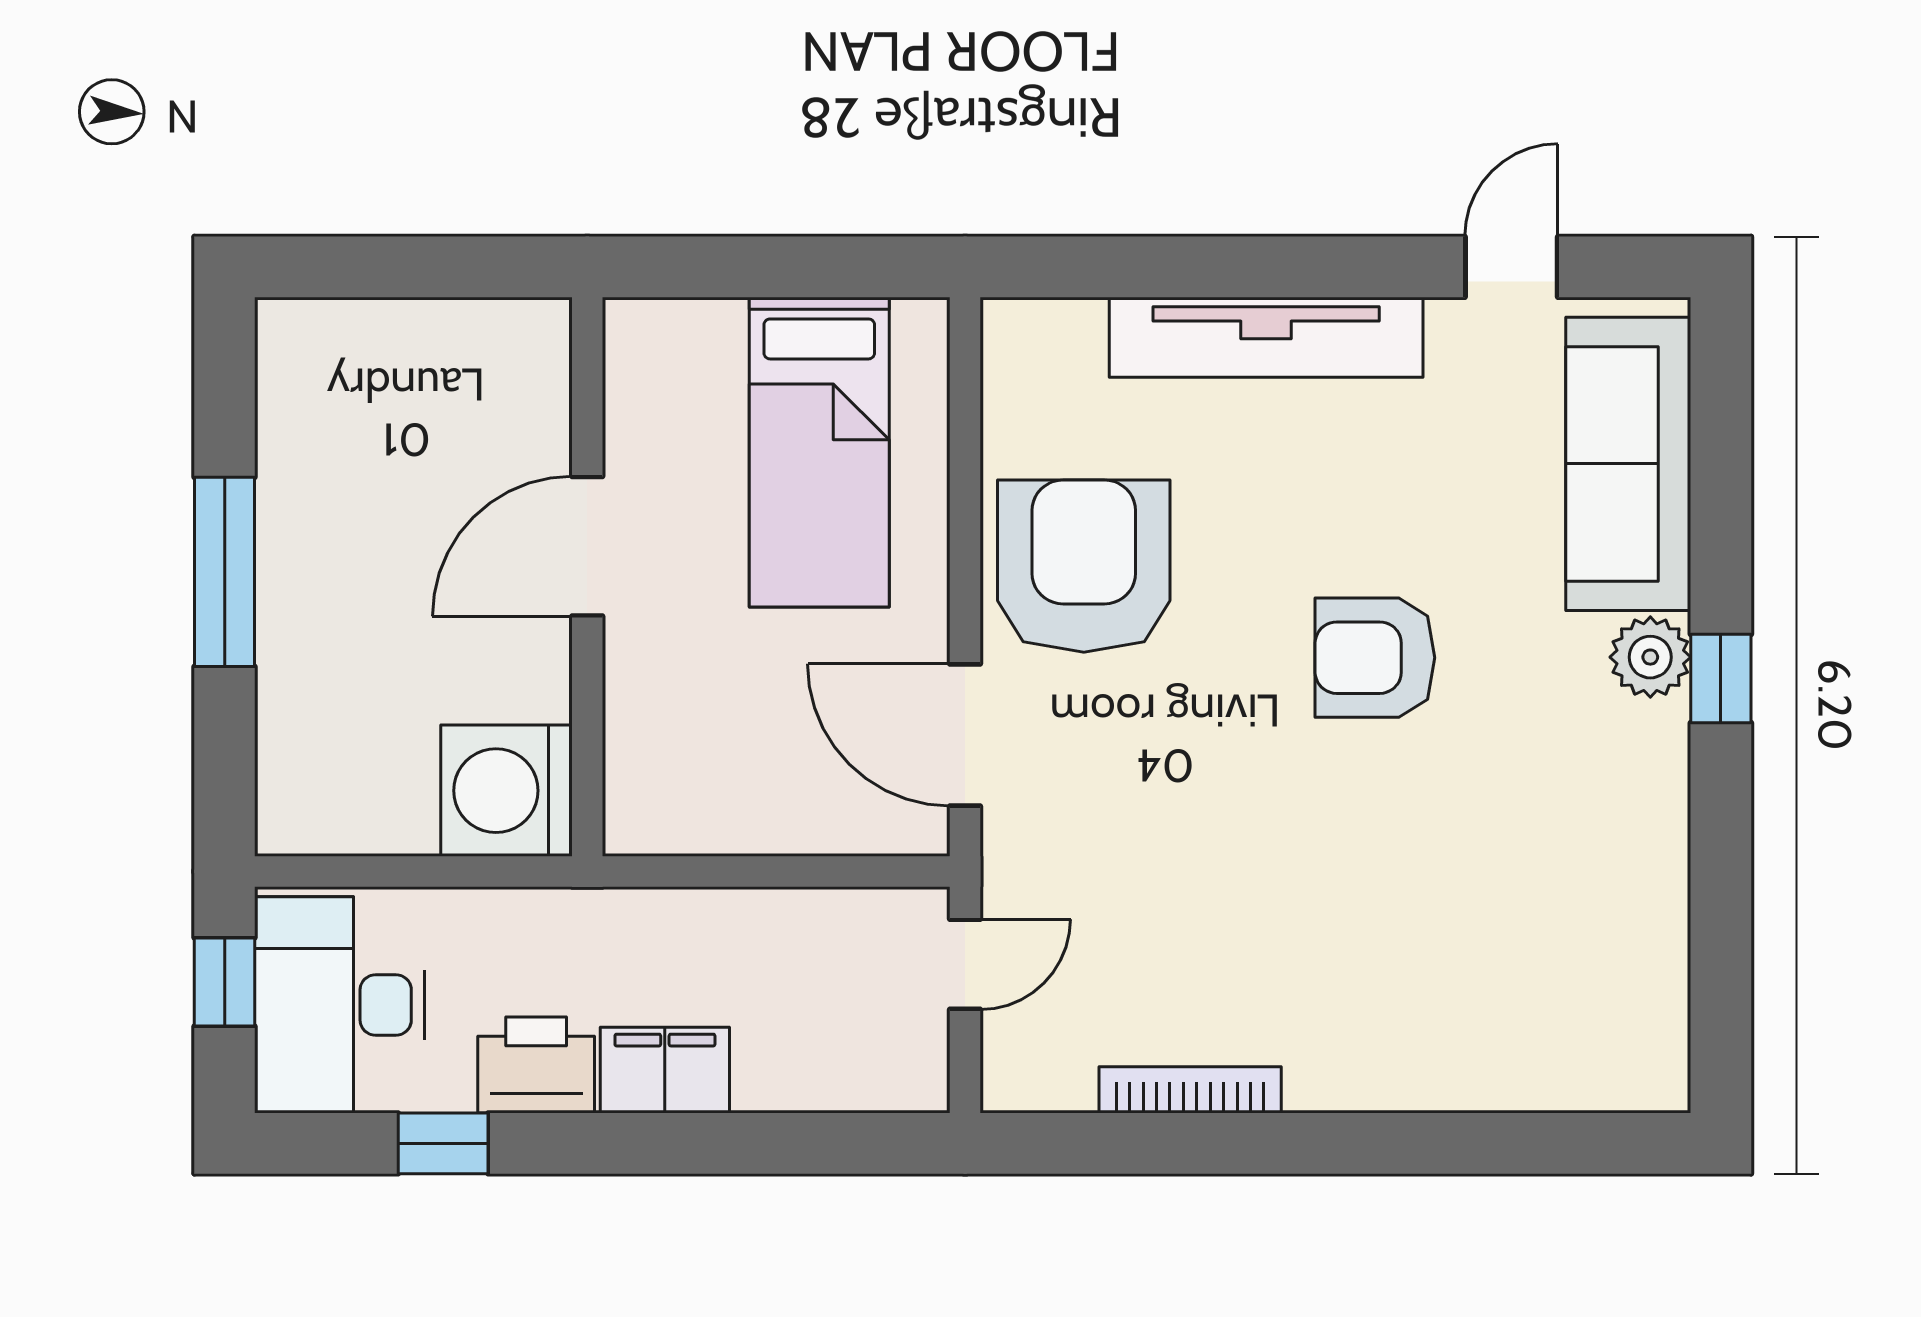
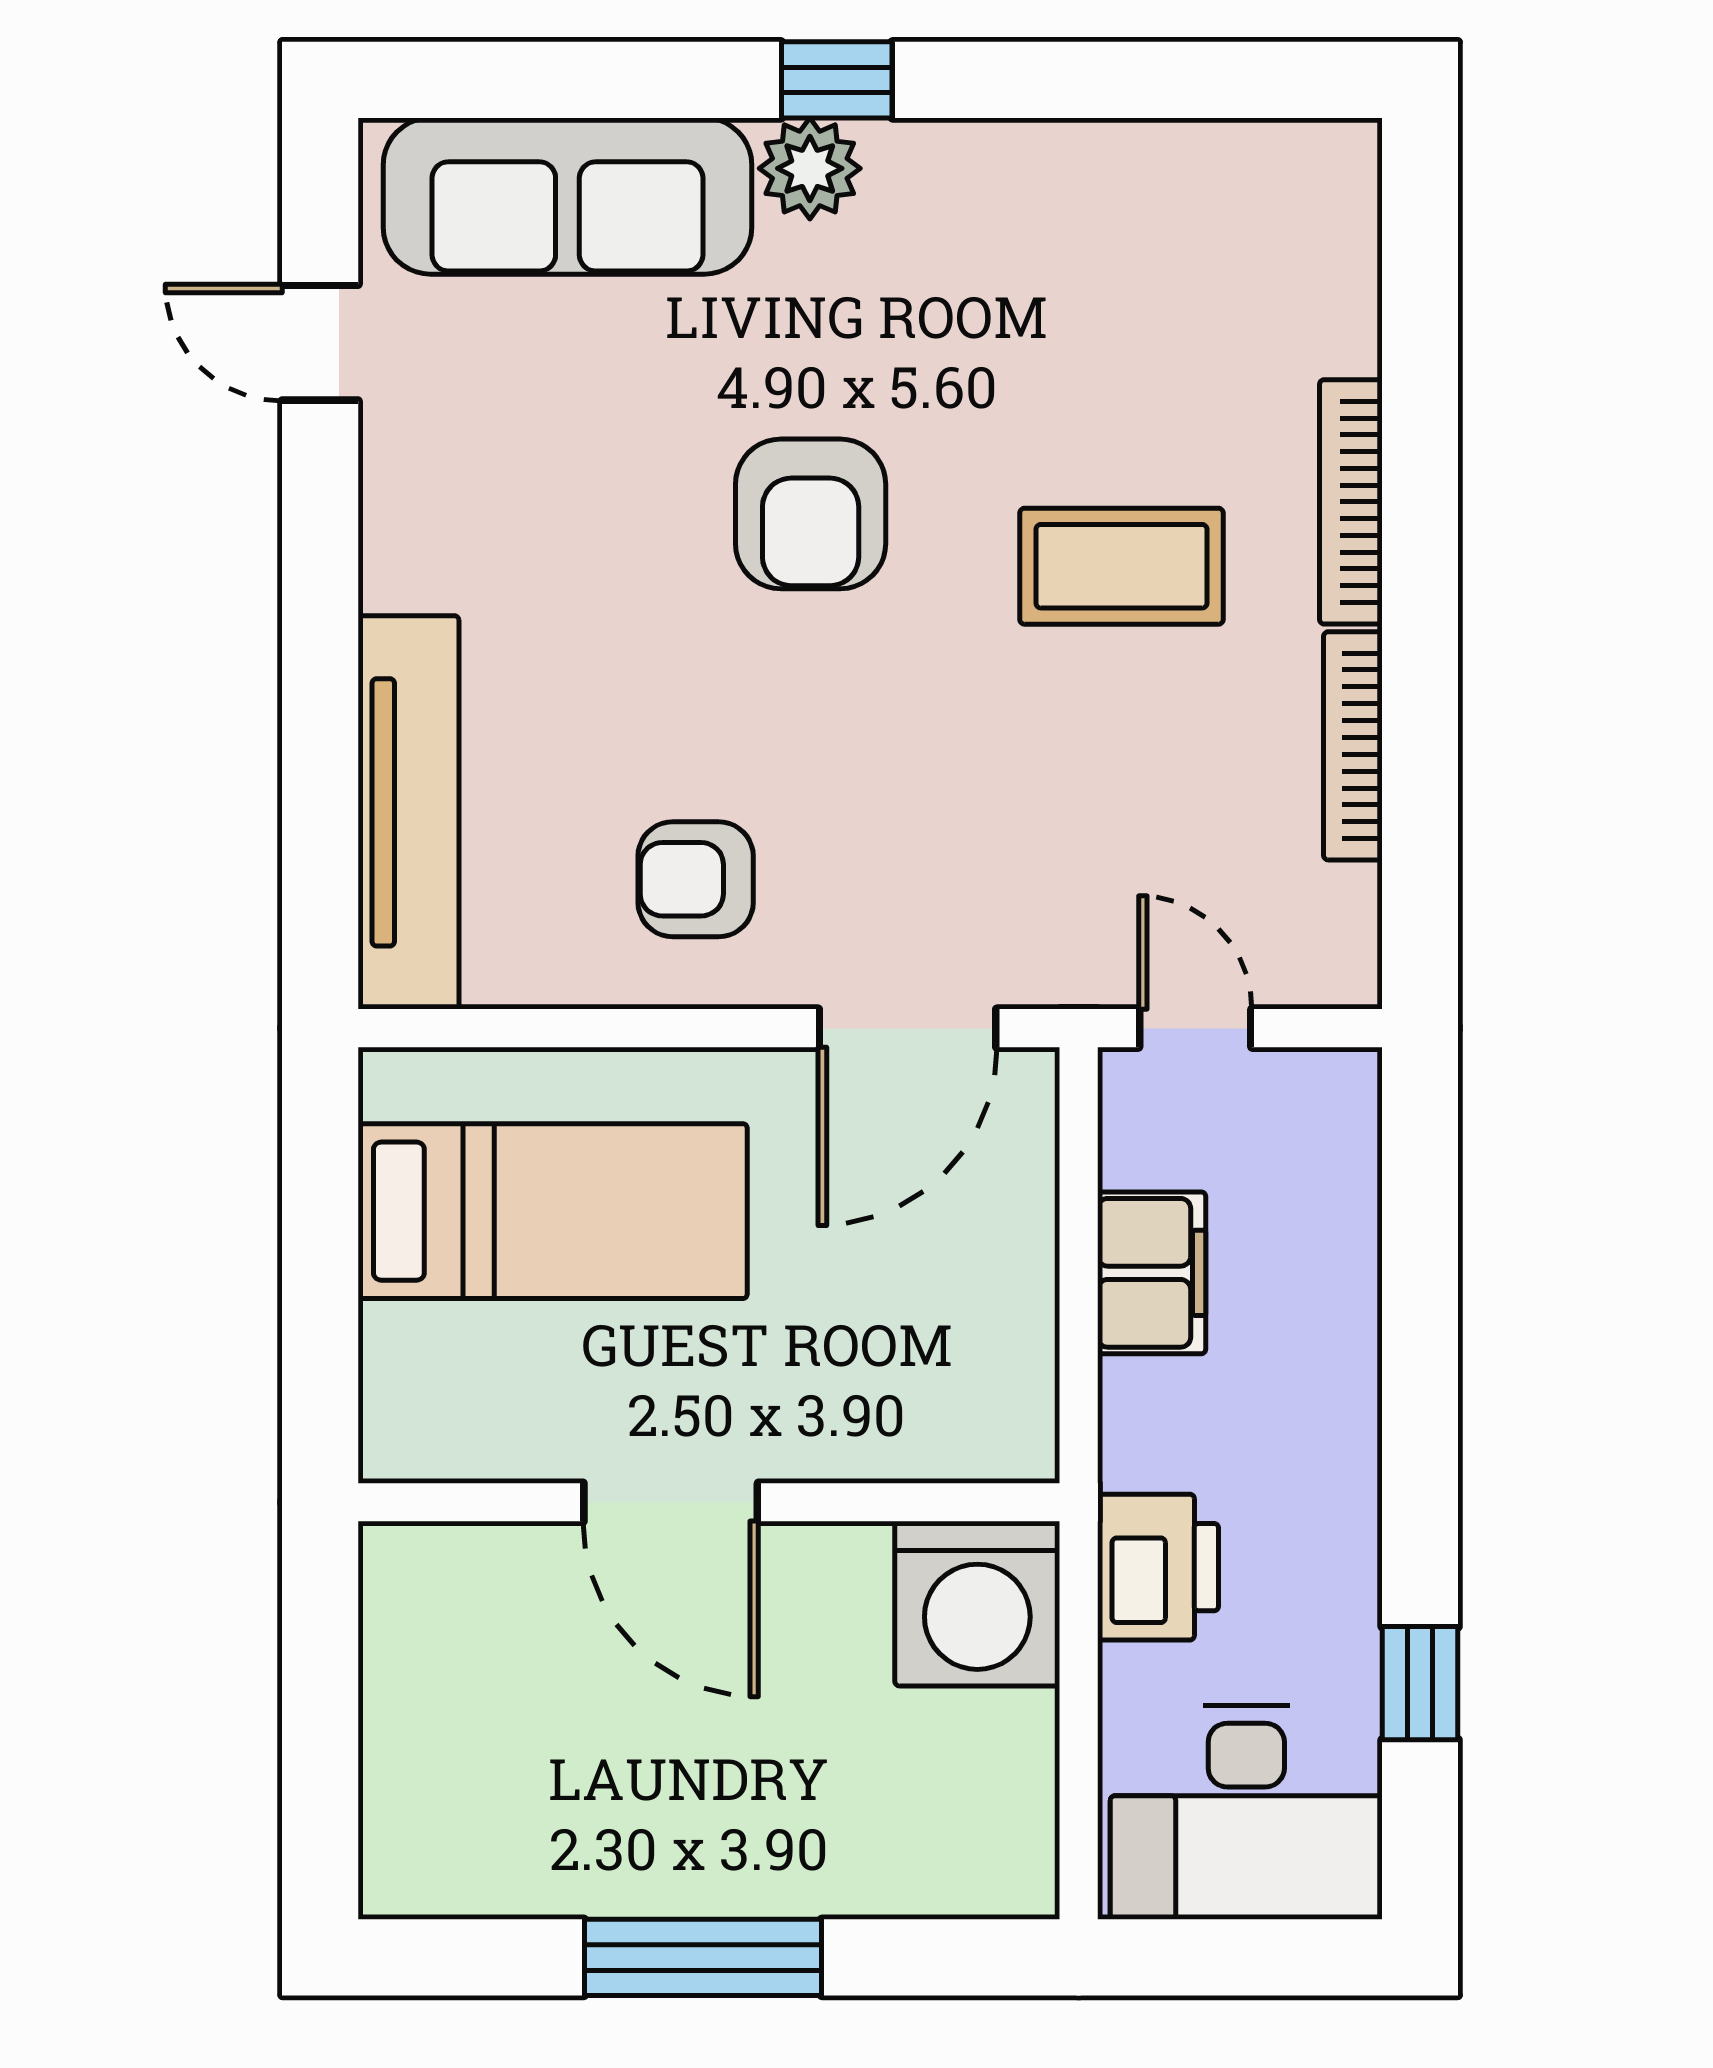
tv unit: (1266, 337) -> (408, 812), moved
armchair: (1084, 566) -> (696, 879), width x0.53, depth x0.53
coffee table: (1333, 905) -> (1121, 566), added
window: (225, 982) -> (1217, 1957), removed
printer: (536, 1065) -> (1158, 1567), moved, turned 180
filing cabinet: (665, 1070) -> (1152, 1273), moved, turned 180
bookcase: (1385, 1088) -> (1351, 502), added

